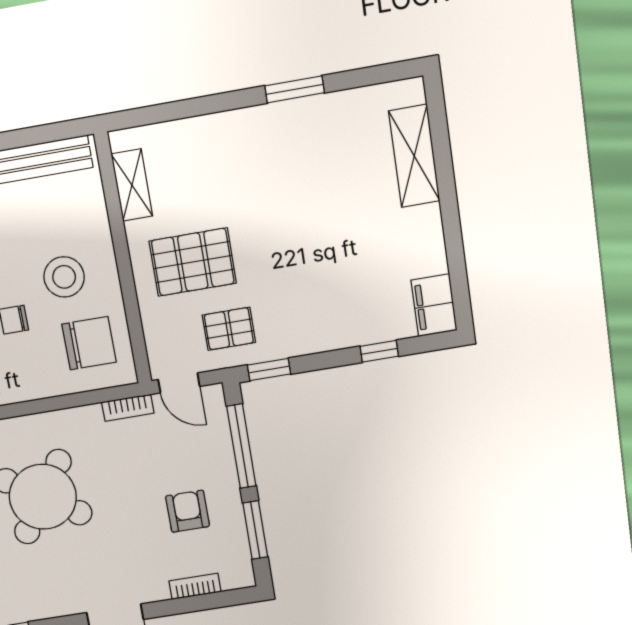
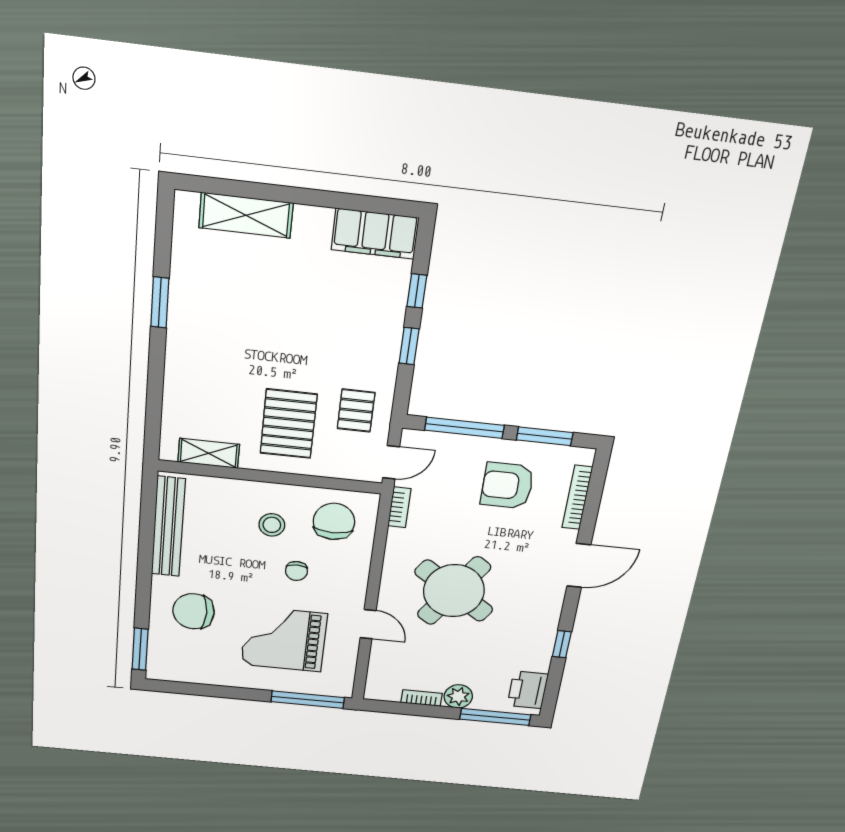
stool: (64, 277) -> (272, 525), width x0.73, depth x0.73
filing cabinet: (434, 305) -> (375, 234), width x1.50, depth x1.17
window: (269, 370) -> (409, 346), moved
armchair: (188, 511) -> (507, 486), width x1.38, depth x1.38
bookcase: (195, 586) -> (577, 497), width x1.56

